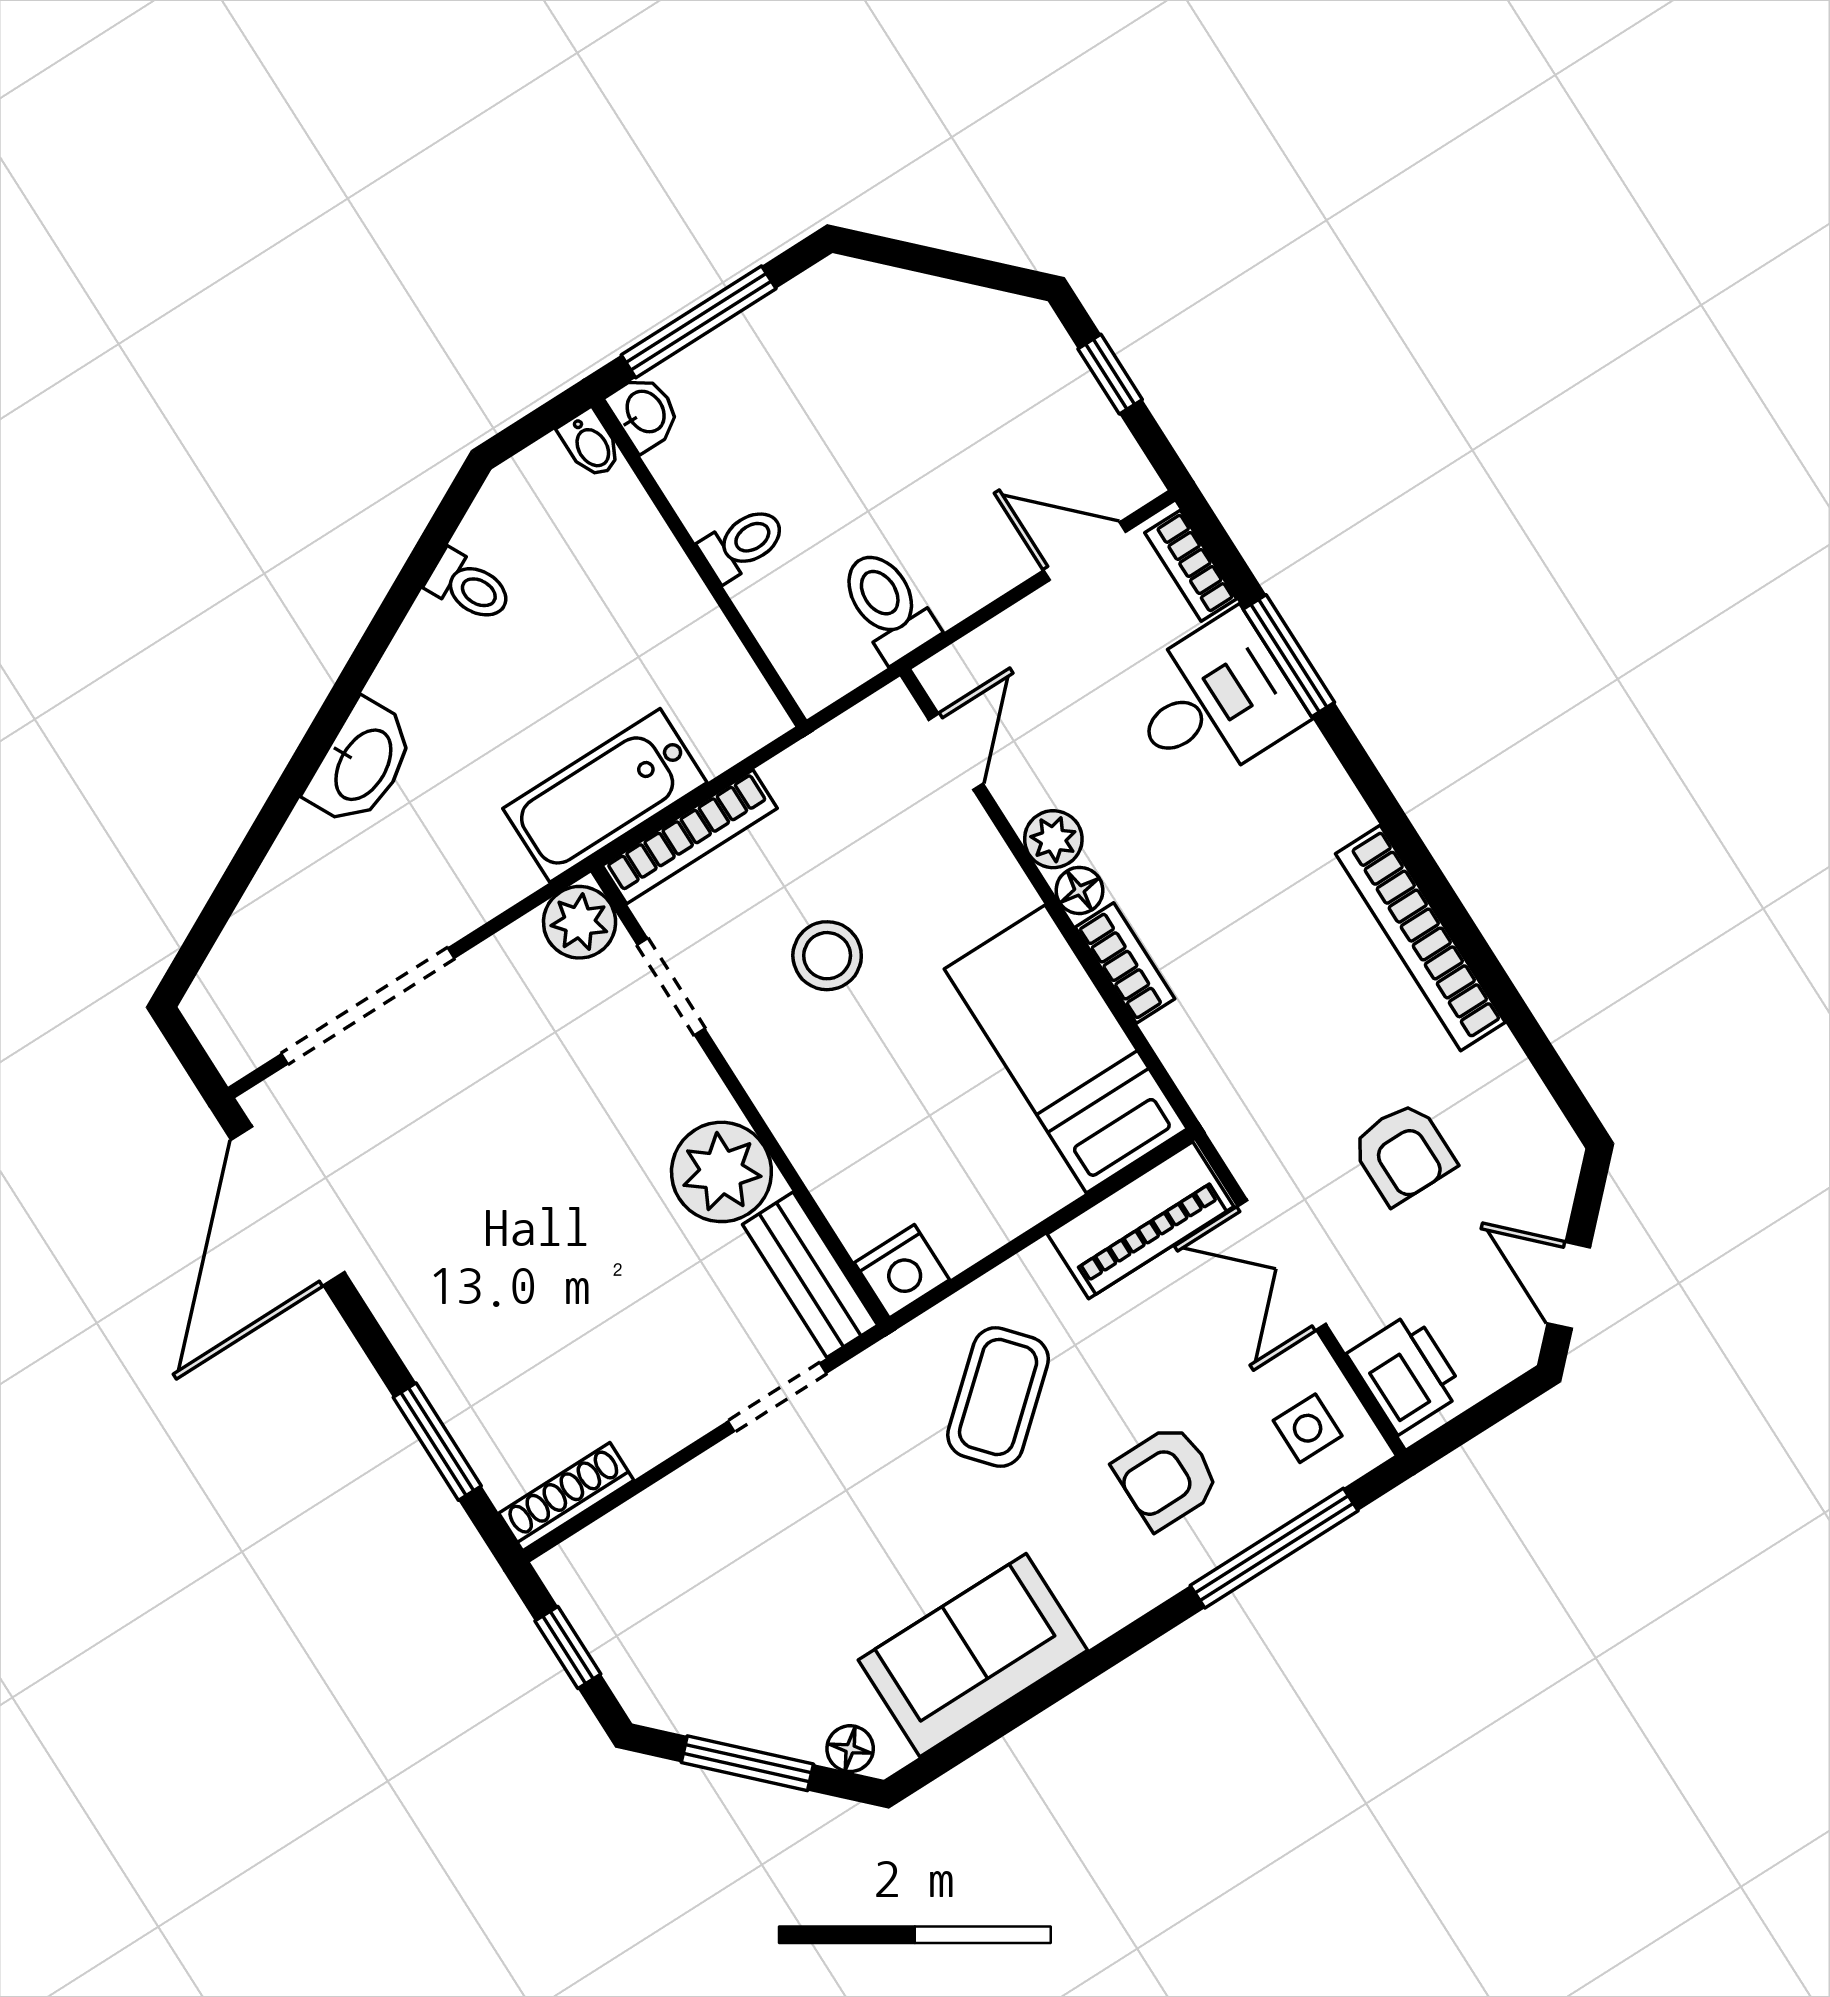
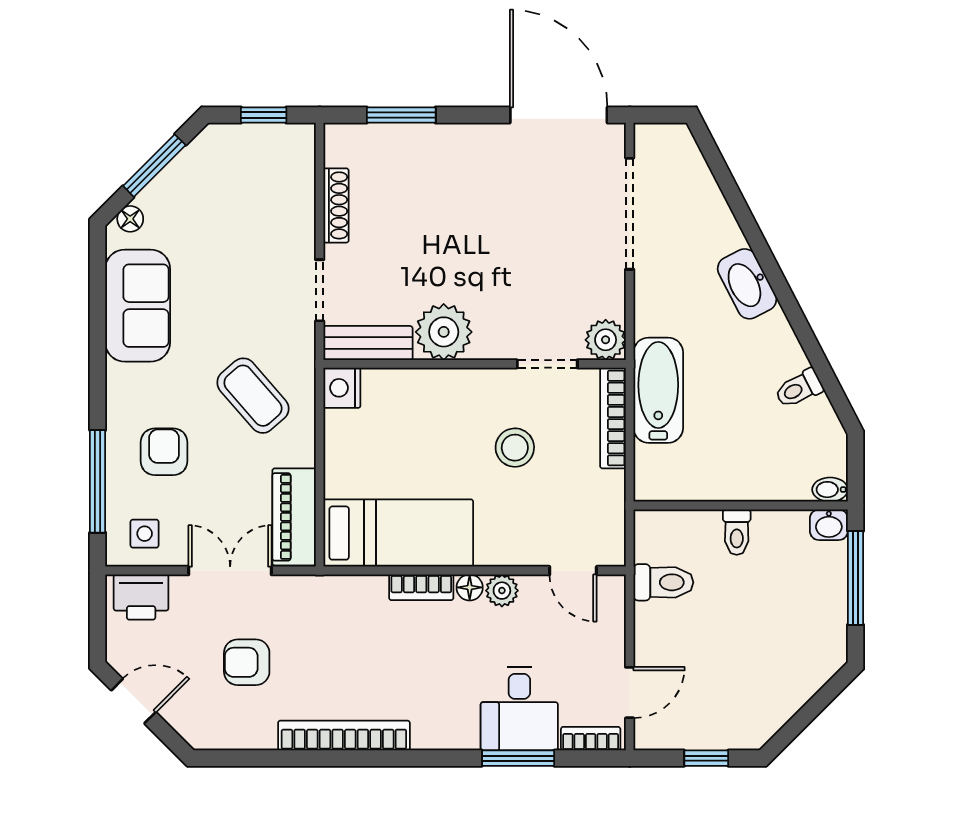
shoe rack: (566, 1497) -> (336, 205), moved

